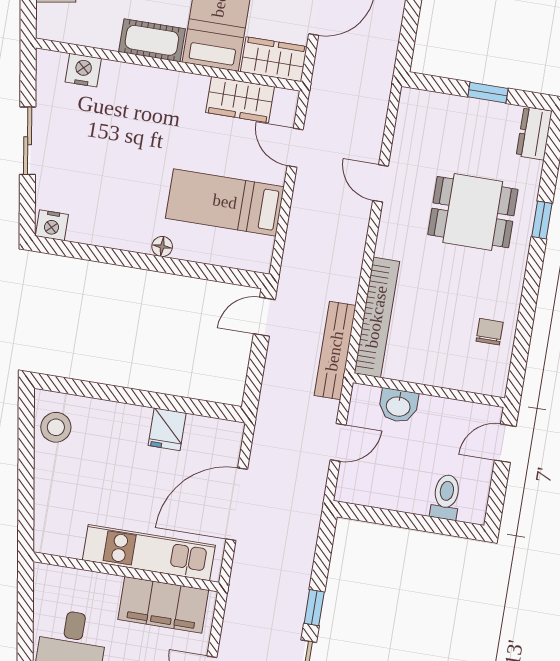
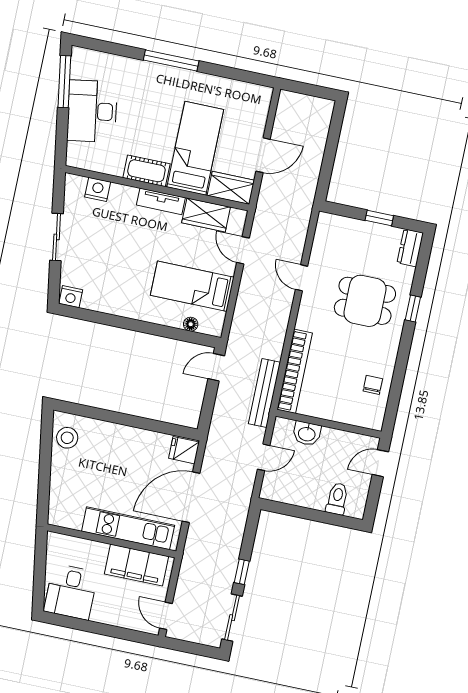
tv unit: (175, 83) -> (161, 201), added
floor lamp: (162, 247) -> (191, 324), moved
fridge: (167, 429) -> (184, 450), moved, turned 90

